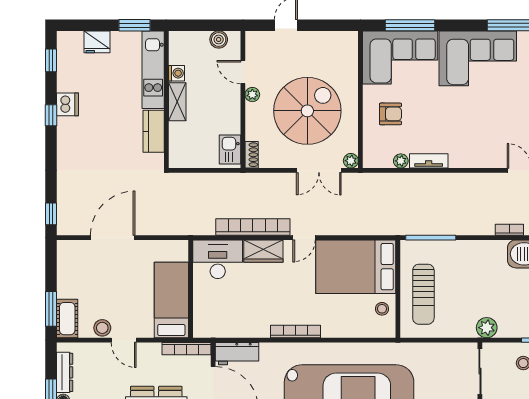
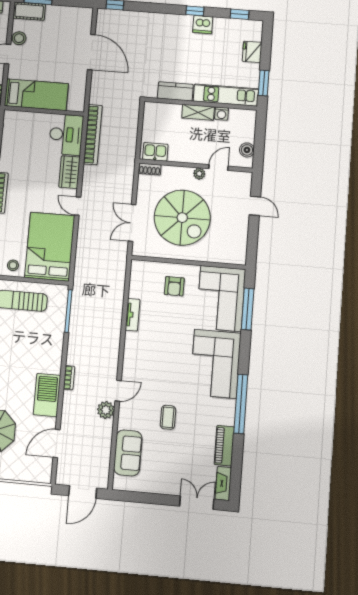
plant: (351, 161) -> (138, 250), removed
plant: (401, 161) -> (134, 292), removed
bookcase: (253, 227) -> (93, 135), moved

